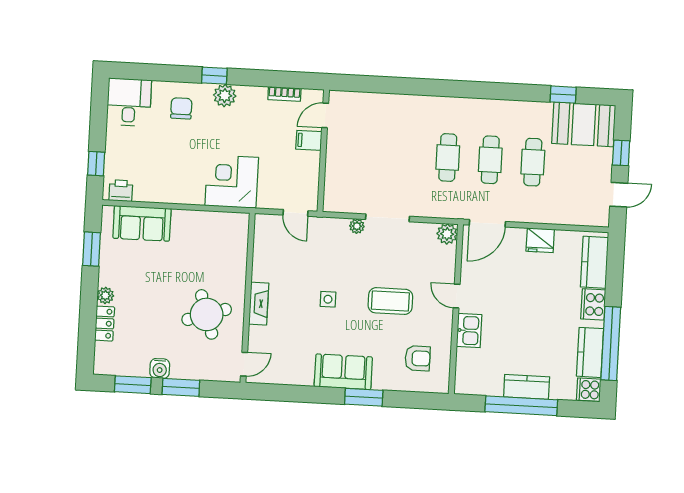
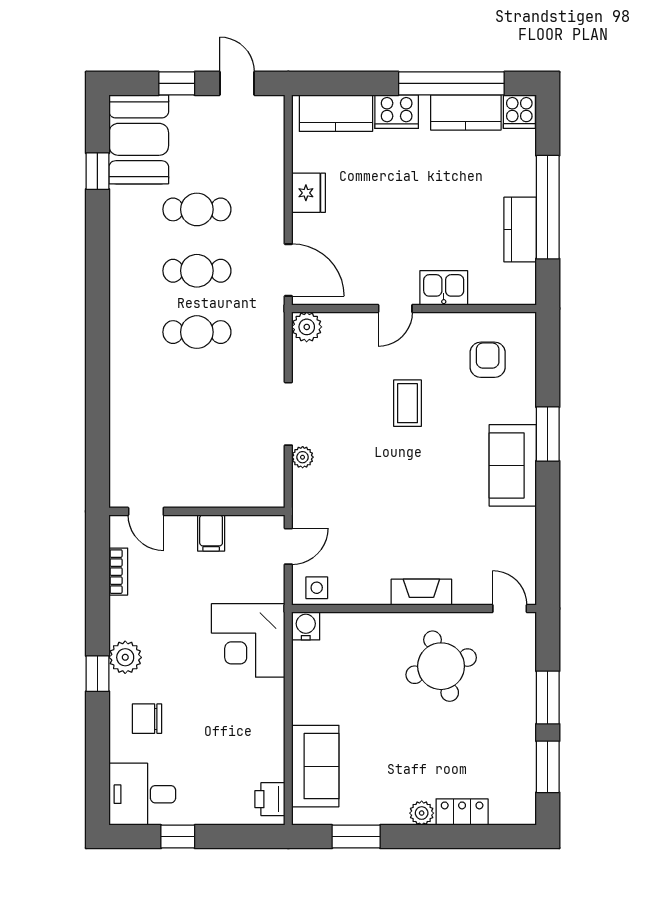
filing cabinet: (309, 140) -> (211, 533), moved
window: (96, 164) -> (178, 837), moved
side table: (328, 299) -> (317, 588), moved
coffee table: (390, 301) -> (408, 403), width x0.73, depth x0.77
water cooler: (160, 368) -> (306, 626), moved, turned -90
kitchen counter: (527, 387) -> (520, 230), moved

